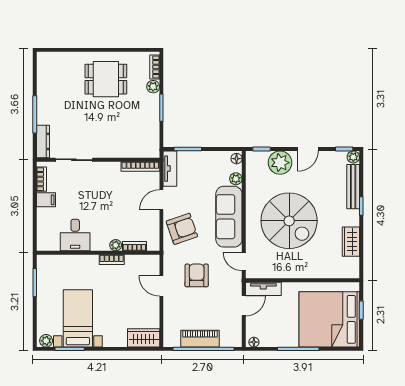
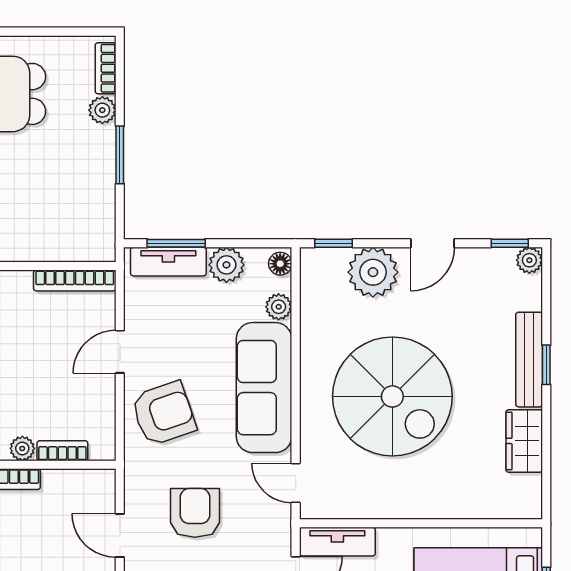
plant: (211, 159) -> (226, 265), added
tv unit: (170, 169) -> (168, 262), moved, turned 90
bench: (353, 187) -> (529, 360), moved

